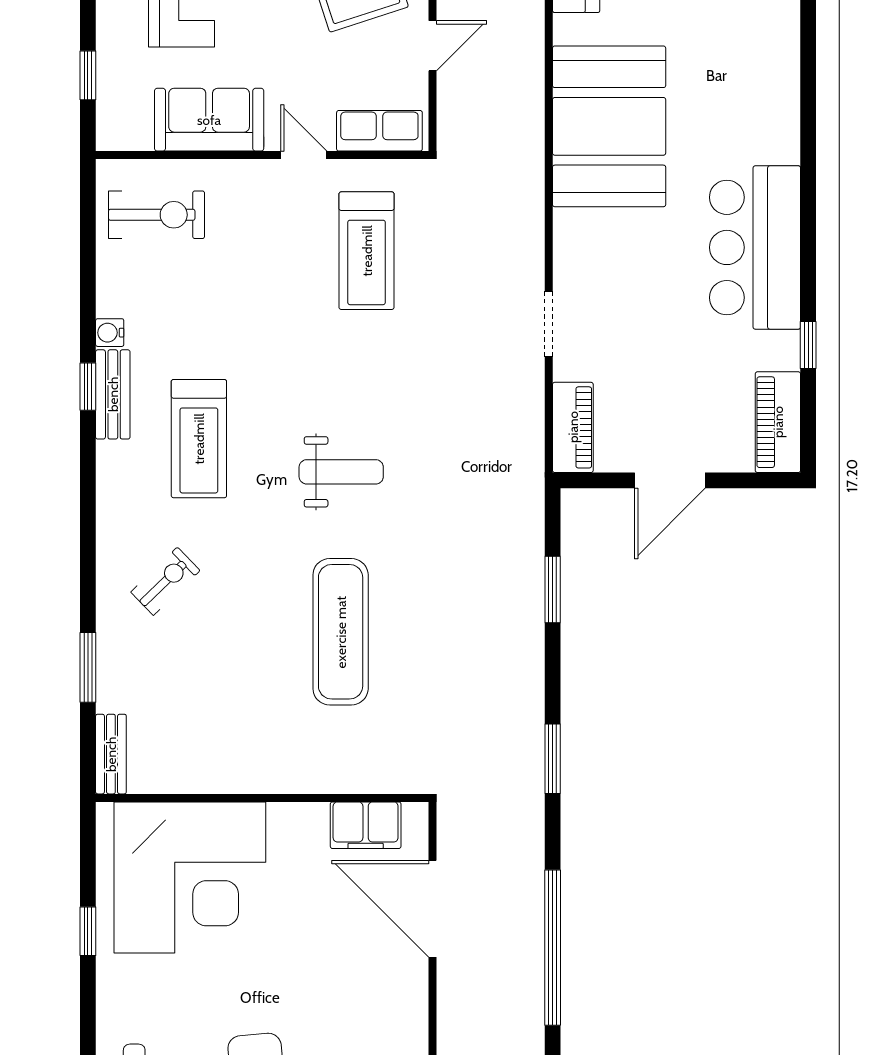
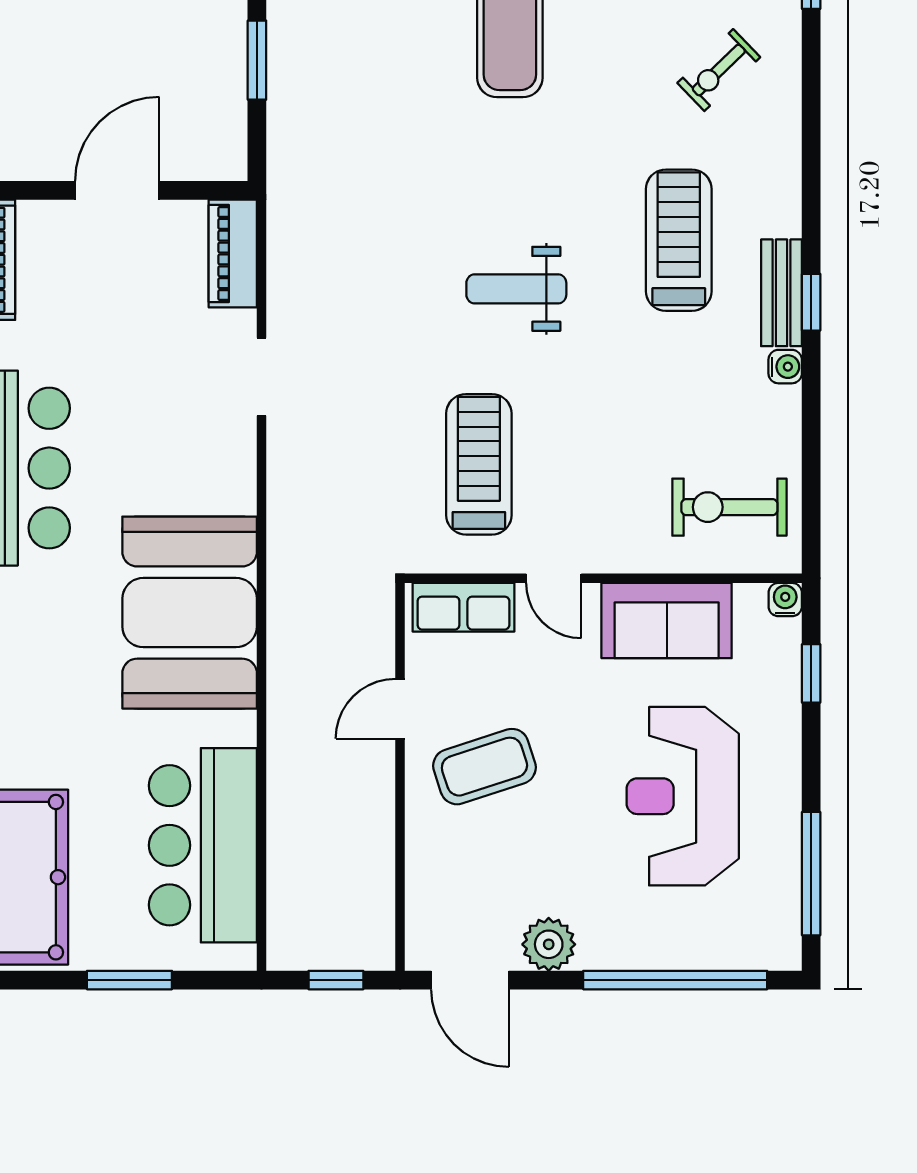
water cooler: (110, 137) -> (785, 600), added
weight bench: (341, 472) -> (516, 289), moved

